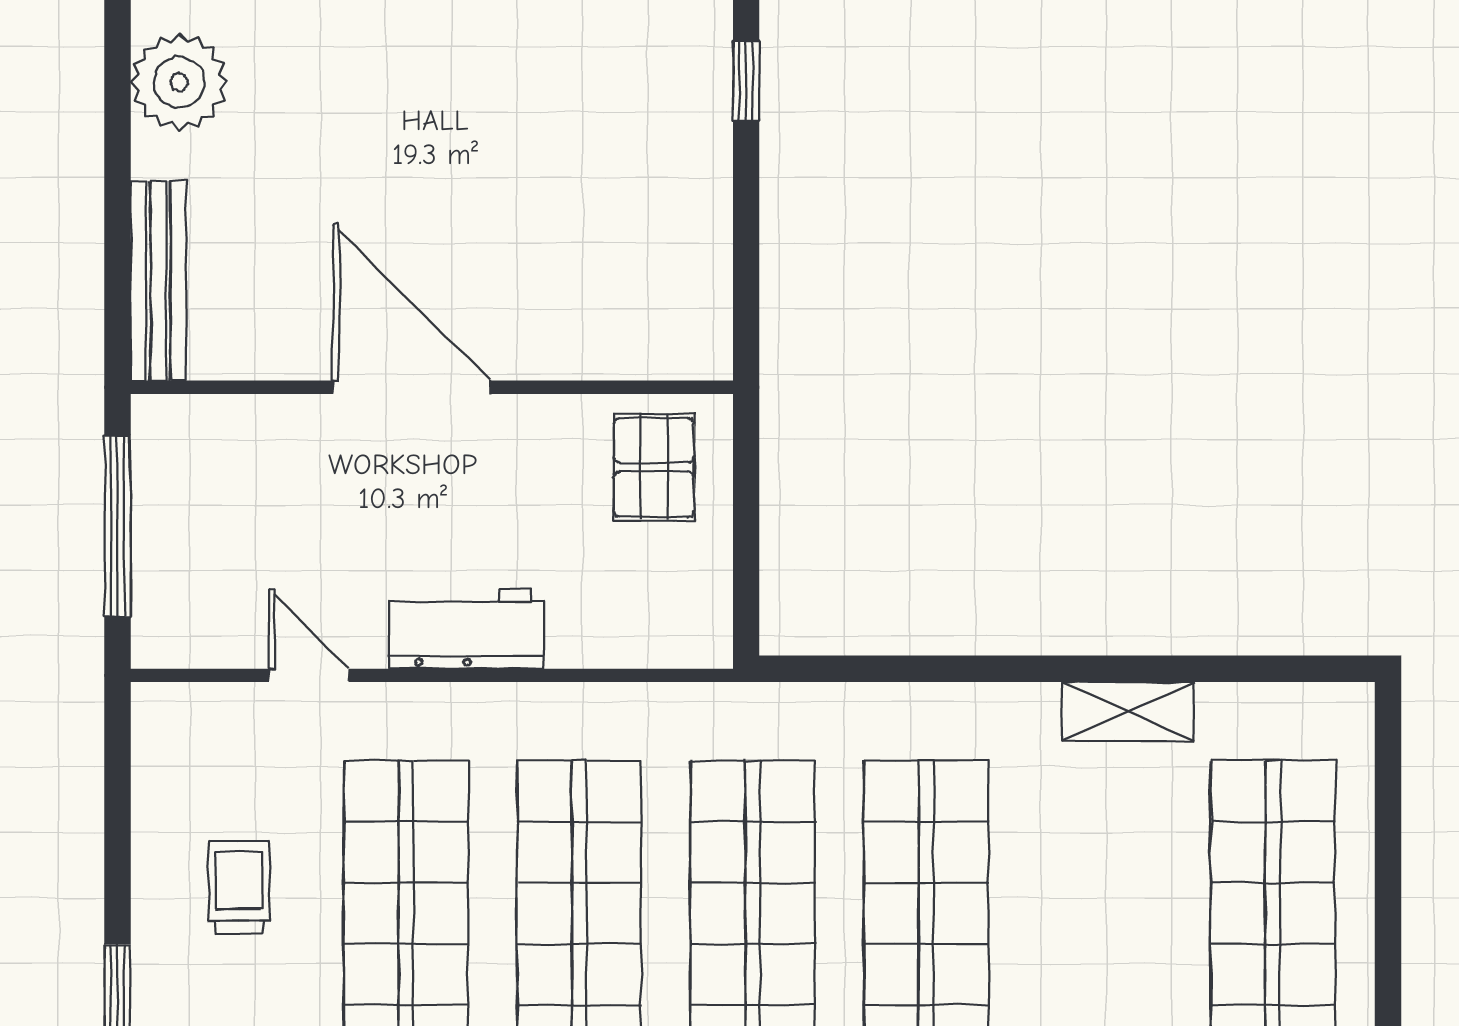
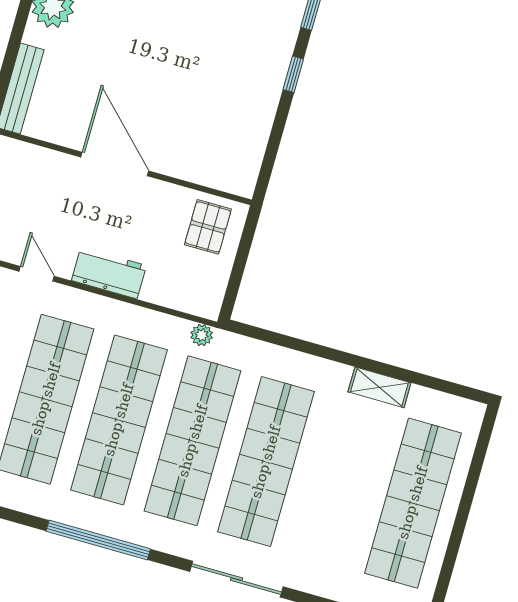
plant: (707, 707) -> (202, 335), added

